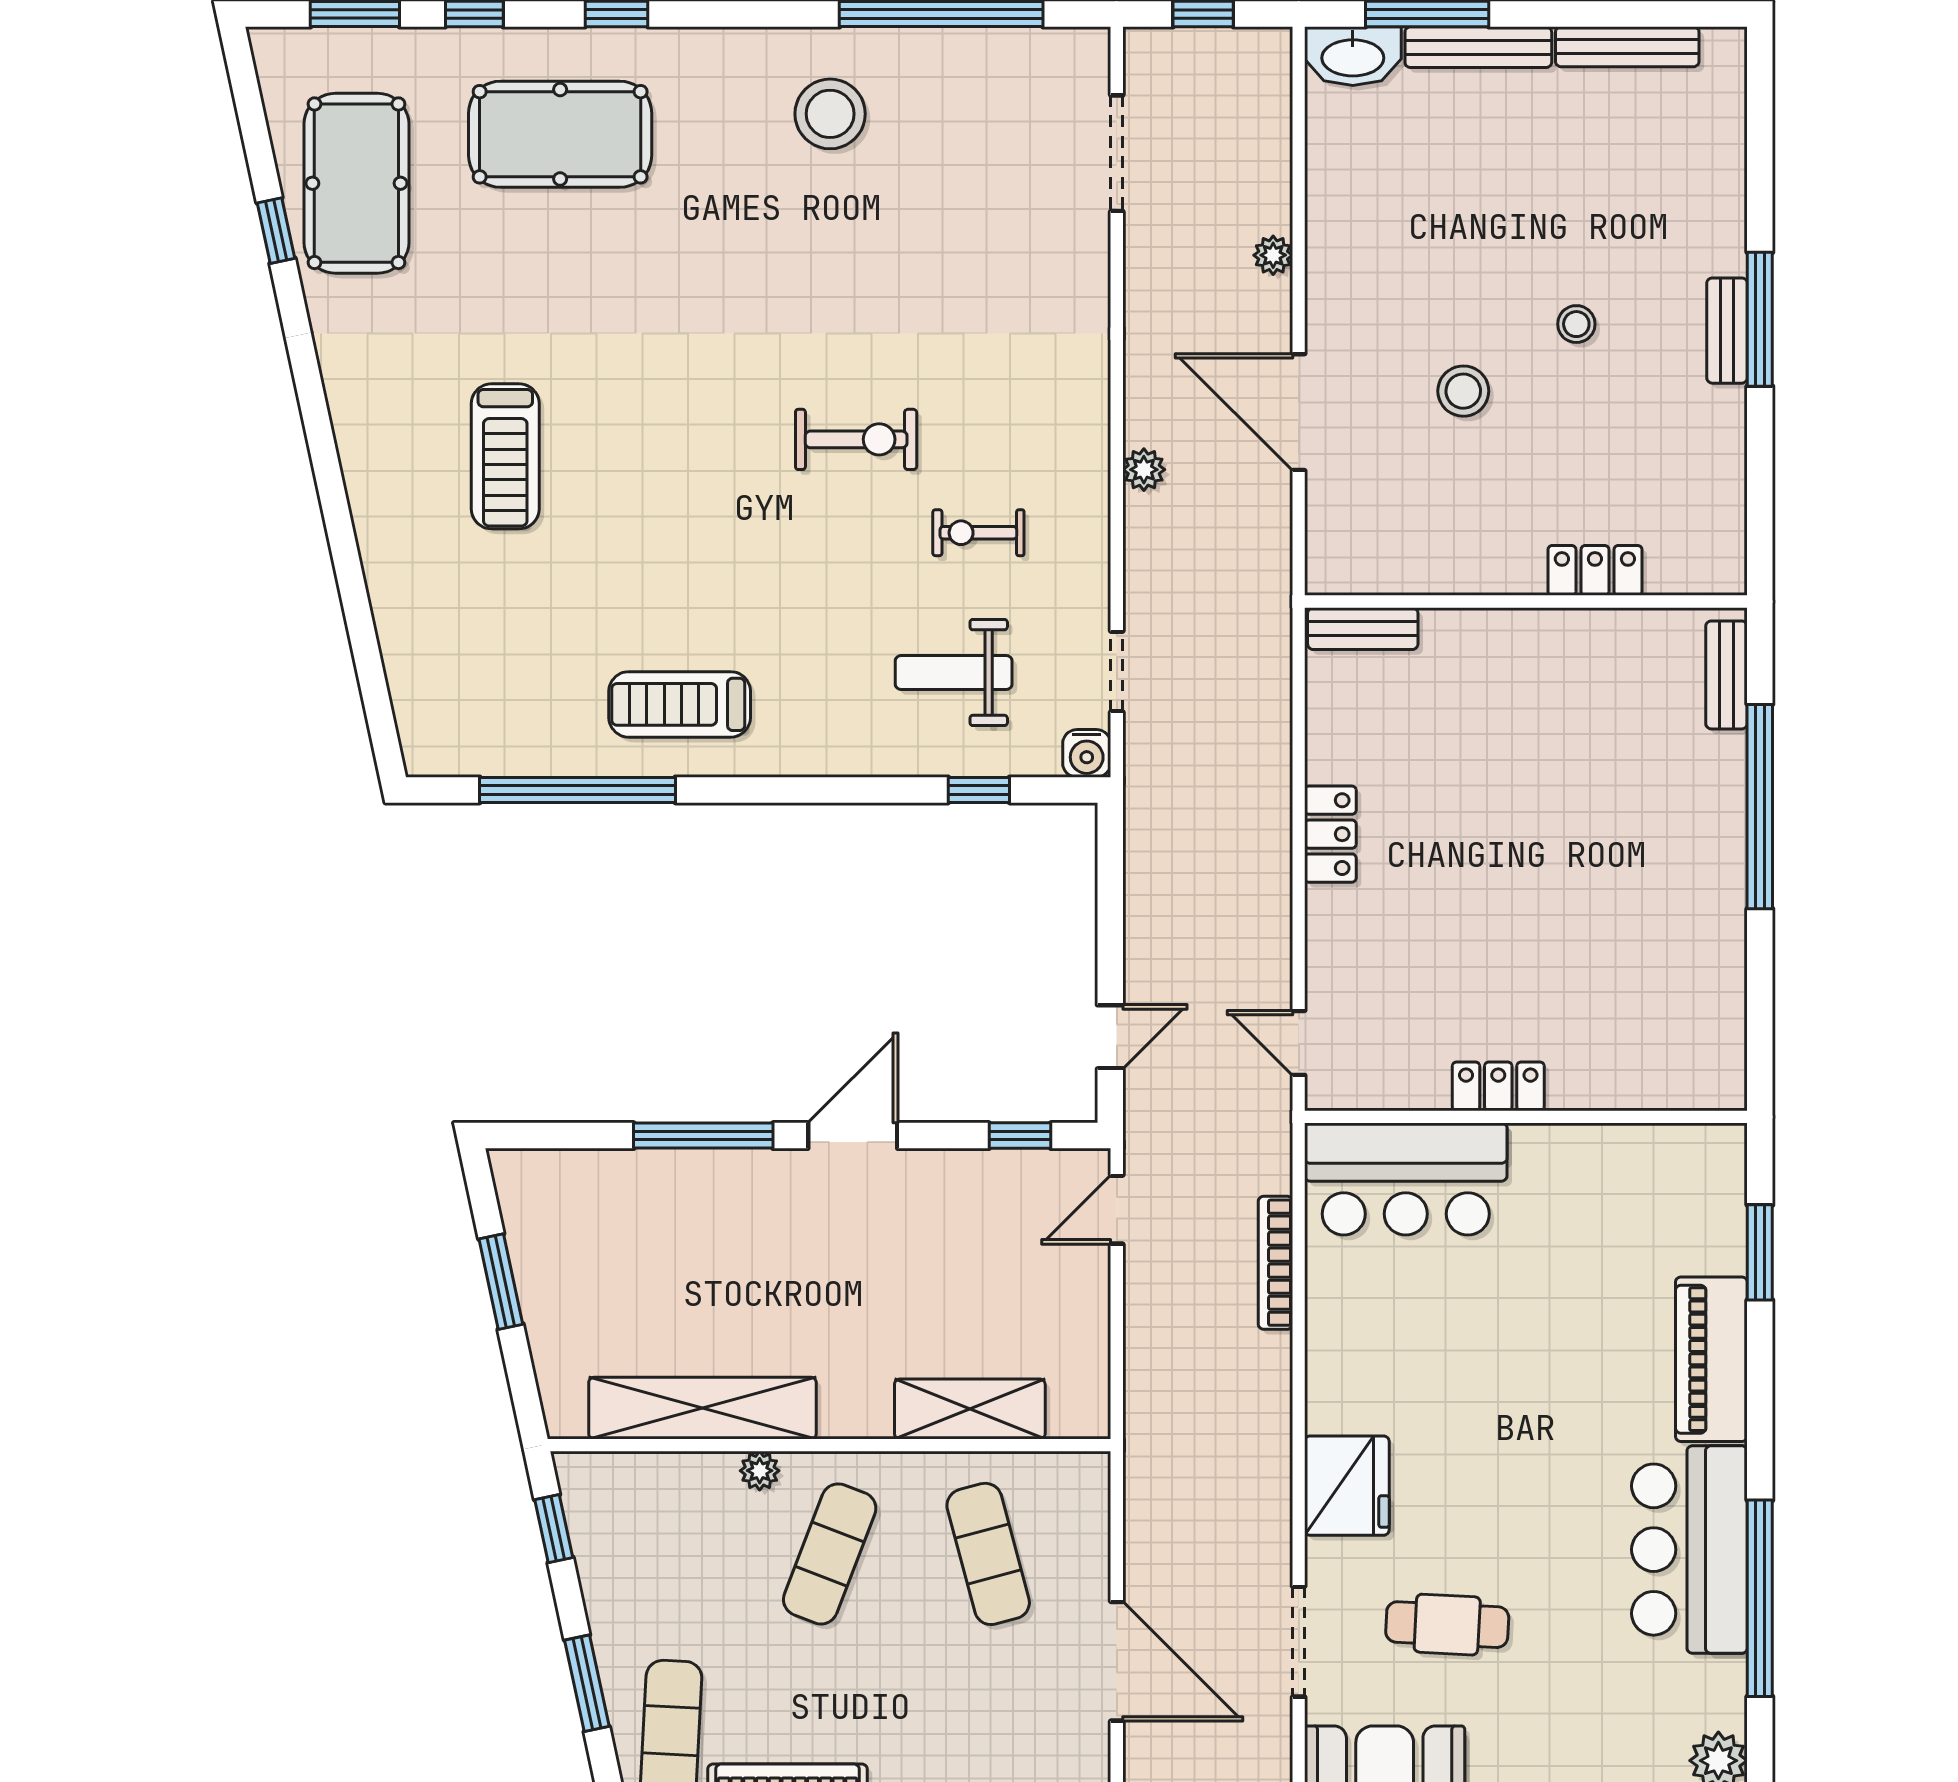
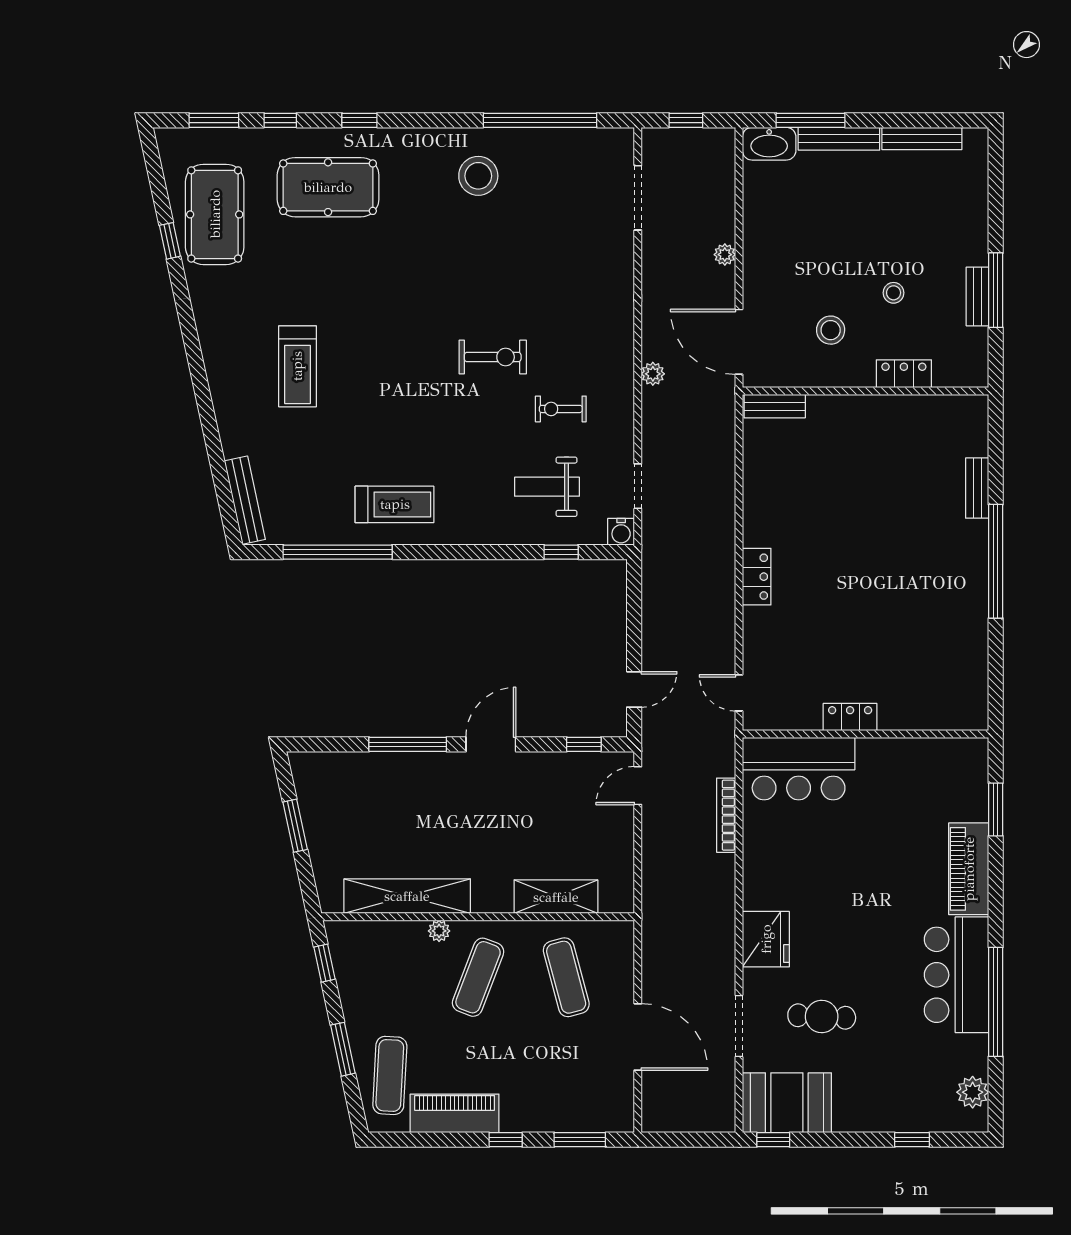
locker: (1595, 570) -> (904, 374), moved
wall: (1526, 602) -> (865, 391), moved
bench: (1363, 629) -> (775, 406), moved
bench: (411, 697) -> (245, 500), added
treadmill: (680, 704) -> (395, 504), turned 180

